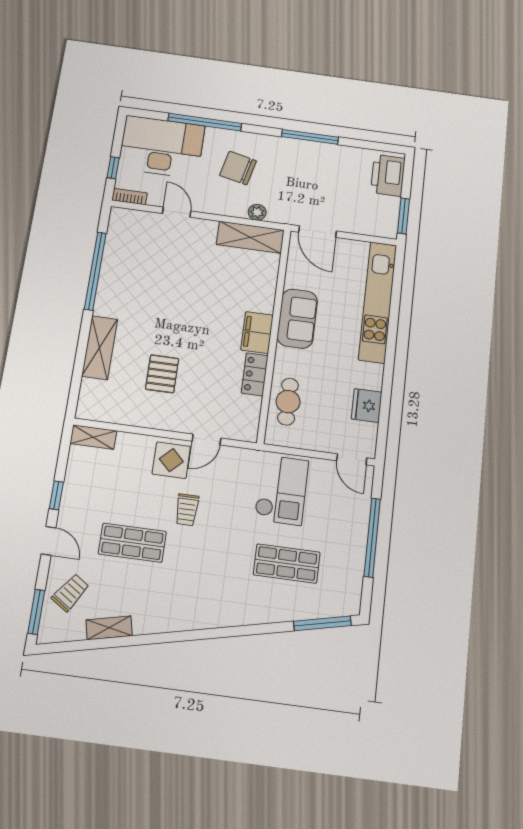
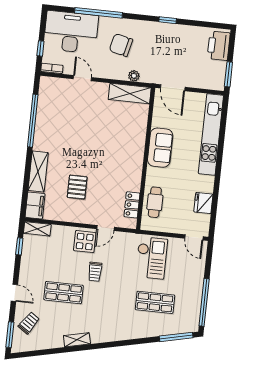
window: (310, 137) -> (168, 20), width x0.46
filing cabinet: (257, 333) -> (35, 205), moved, turned 180
locker: (255, 374) -> (132, 205), moved
window: (56, 495) -> (19, 246), moved
window: (372, 537) -> (204, 302), moved
shelving: (109, 628) -> (77, 340), moved

